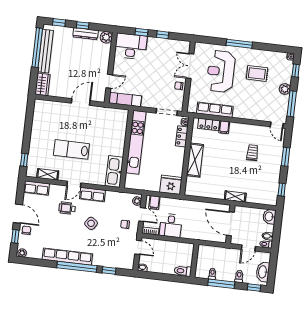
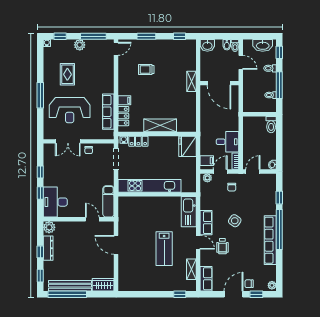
kitchen sink: (114, 172) -> (189, 212), moved, turned 90
door: (230, 224) -> (219, 83), hinge flipped

